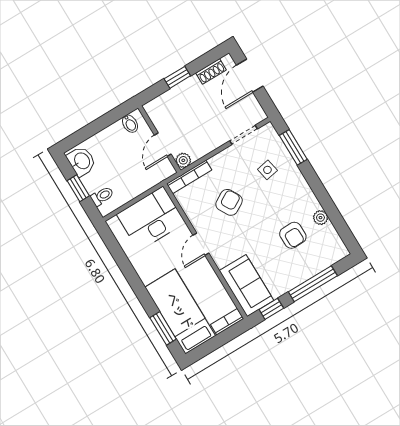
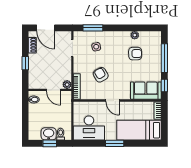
washbasin: (81, 161) -> (49, 134), moved
desk: (151, 218) -> (89, 128), moved, turned -90
window: (163, 328) -> (115, 143), moved

